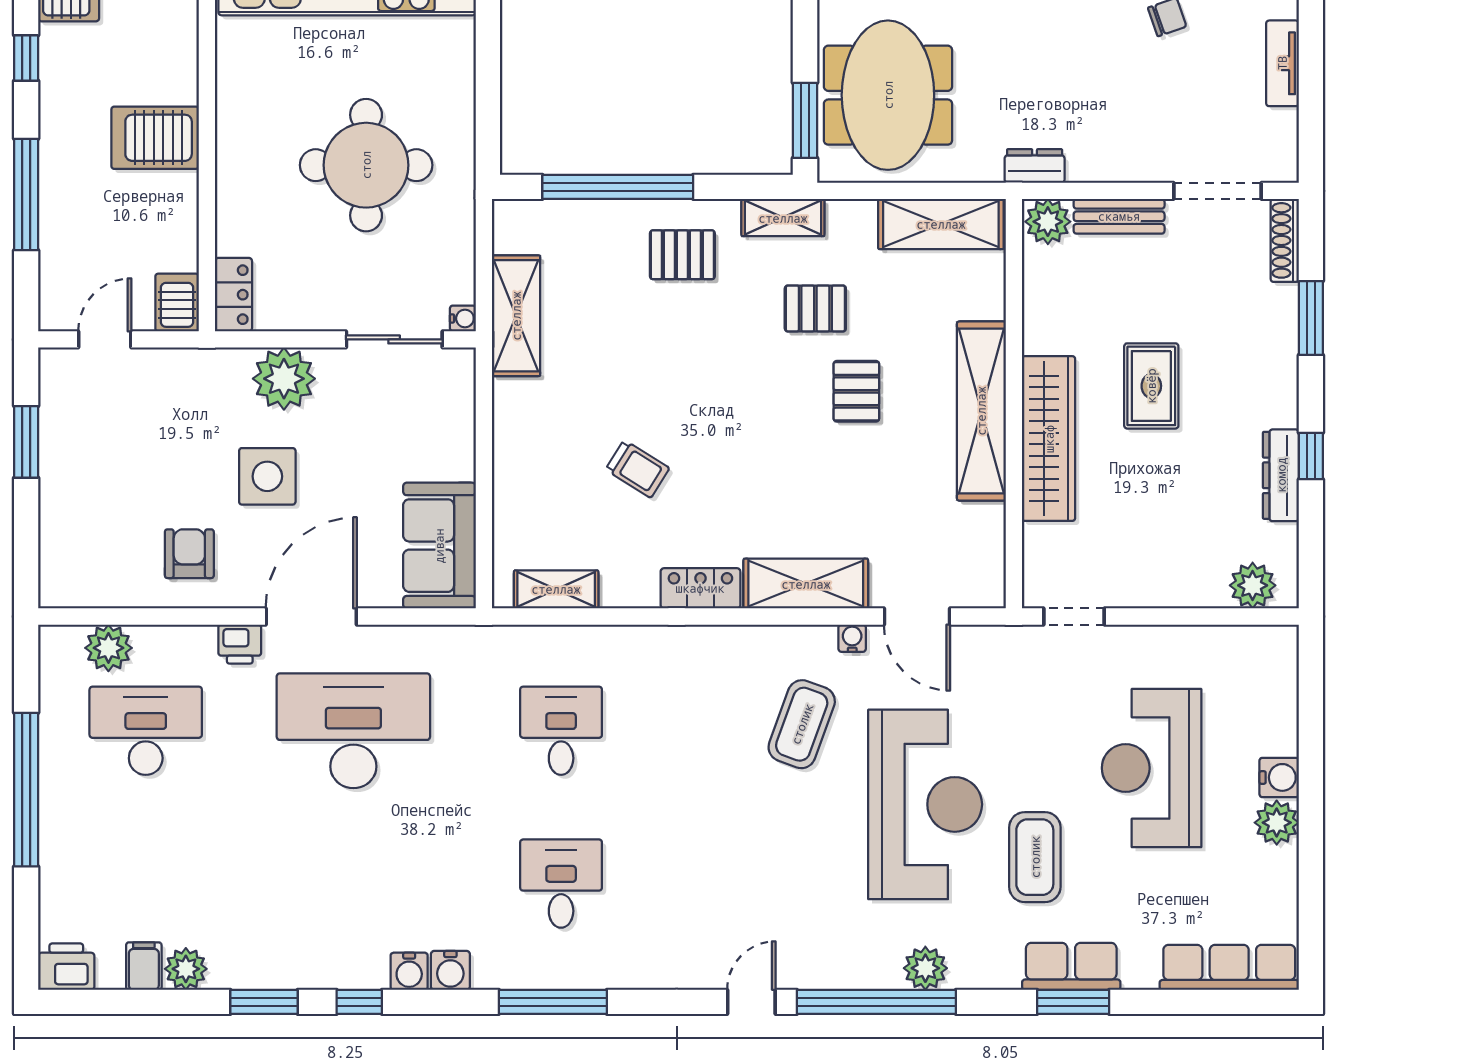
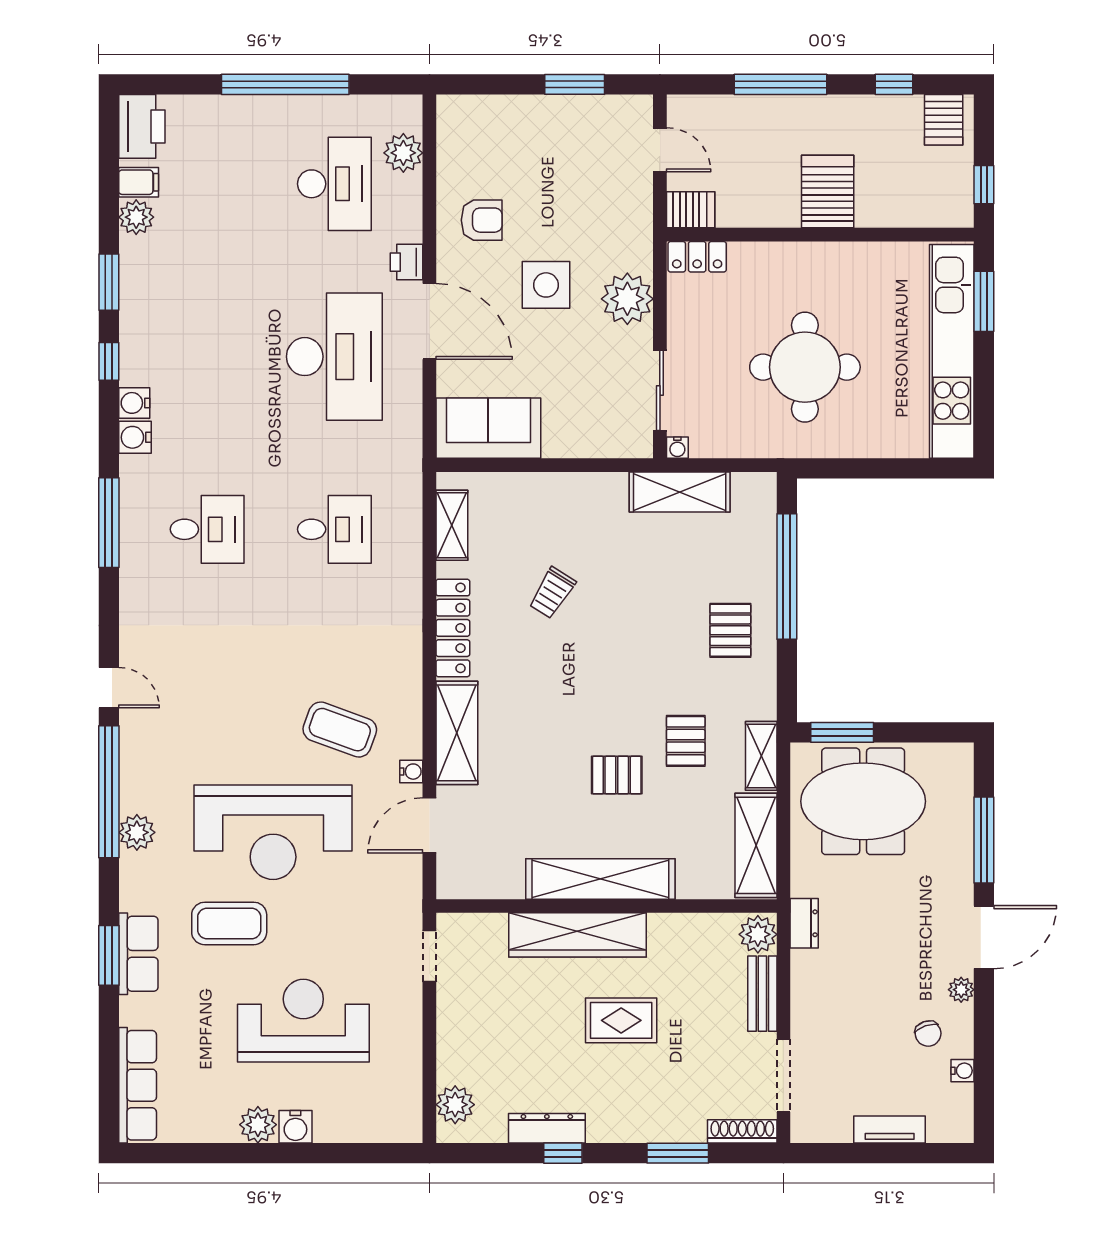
shelving: (783, 218) -> (761, 756), moved
locker: (700, 588) -> (453, 628), width x1.53
printer: (66, 967) -> (142, 126), width x1.37, depth x1.19

